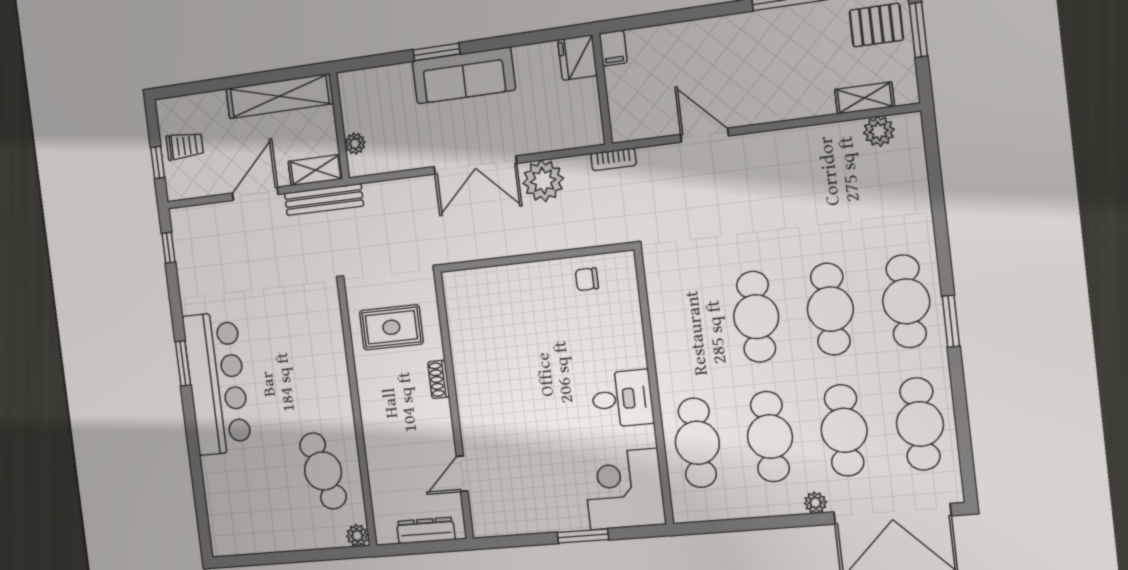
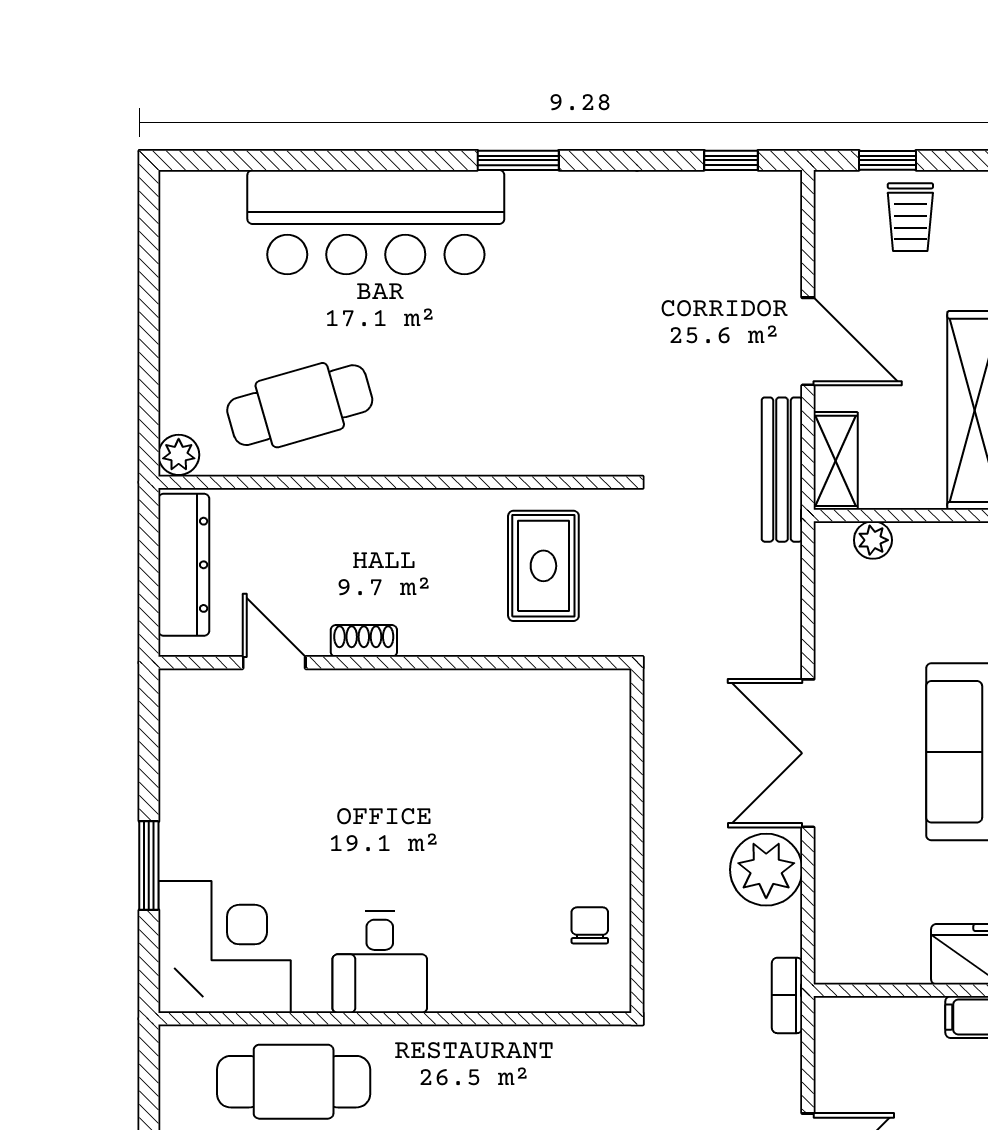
shoe rack: (439, 379) -> (364, 641), moved
bar counter: (217, 383) -> (376, 222), moved
dresser: (426, 530) -> (184, 565), width x1.37, depth x1.24

